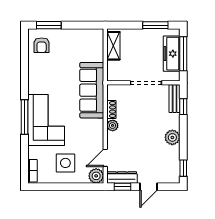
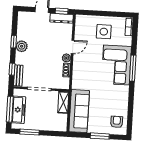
window: (49, 25) -> (100, 136), moved
shelving: (113, 46) -> (63, 102), moved
sofa: (92, 90) -> (79, 111), moved
door: (105, 158) -> (73, 47), moved
window: (183, 168) -> (14, 42), moved
plant: (96, 176) -> (81, 20), removed

